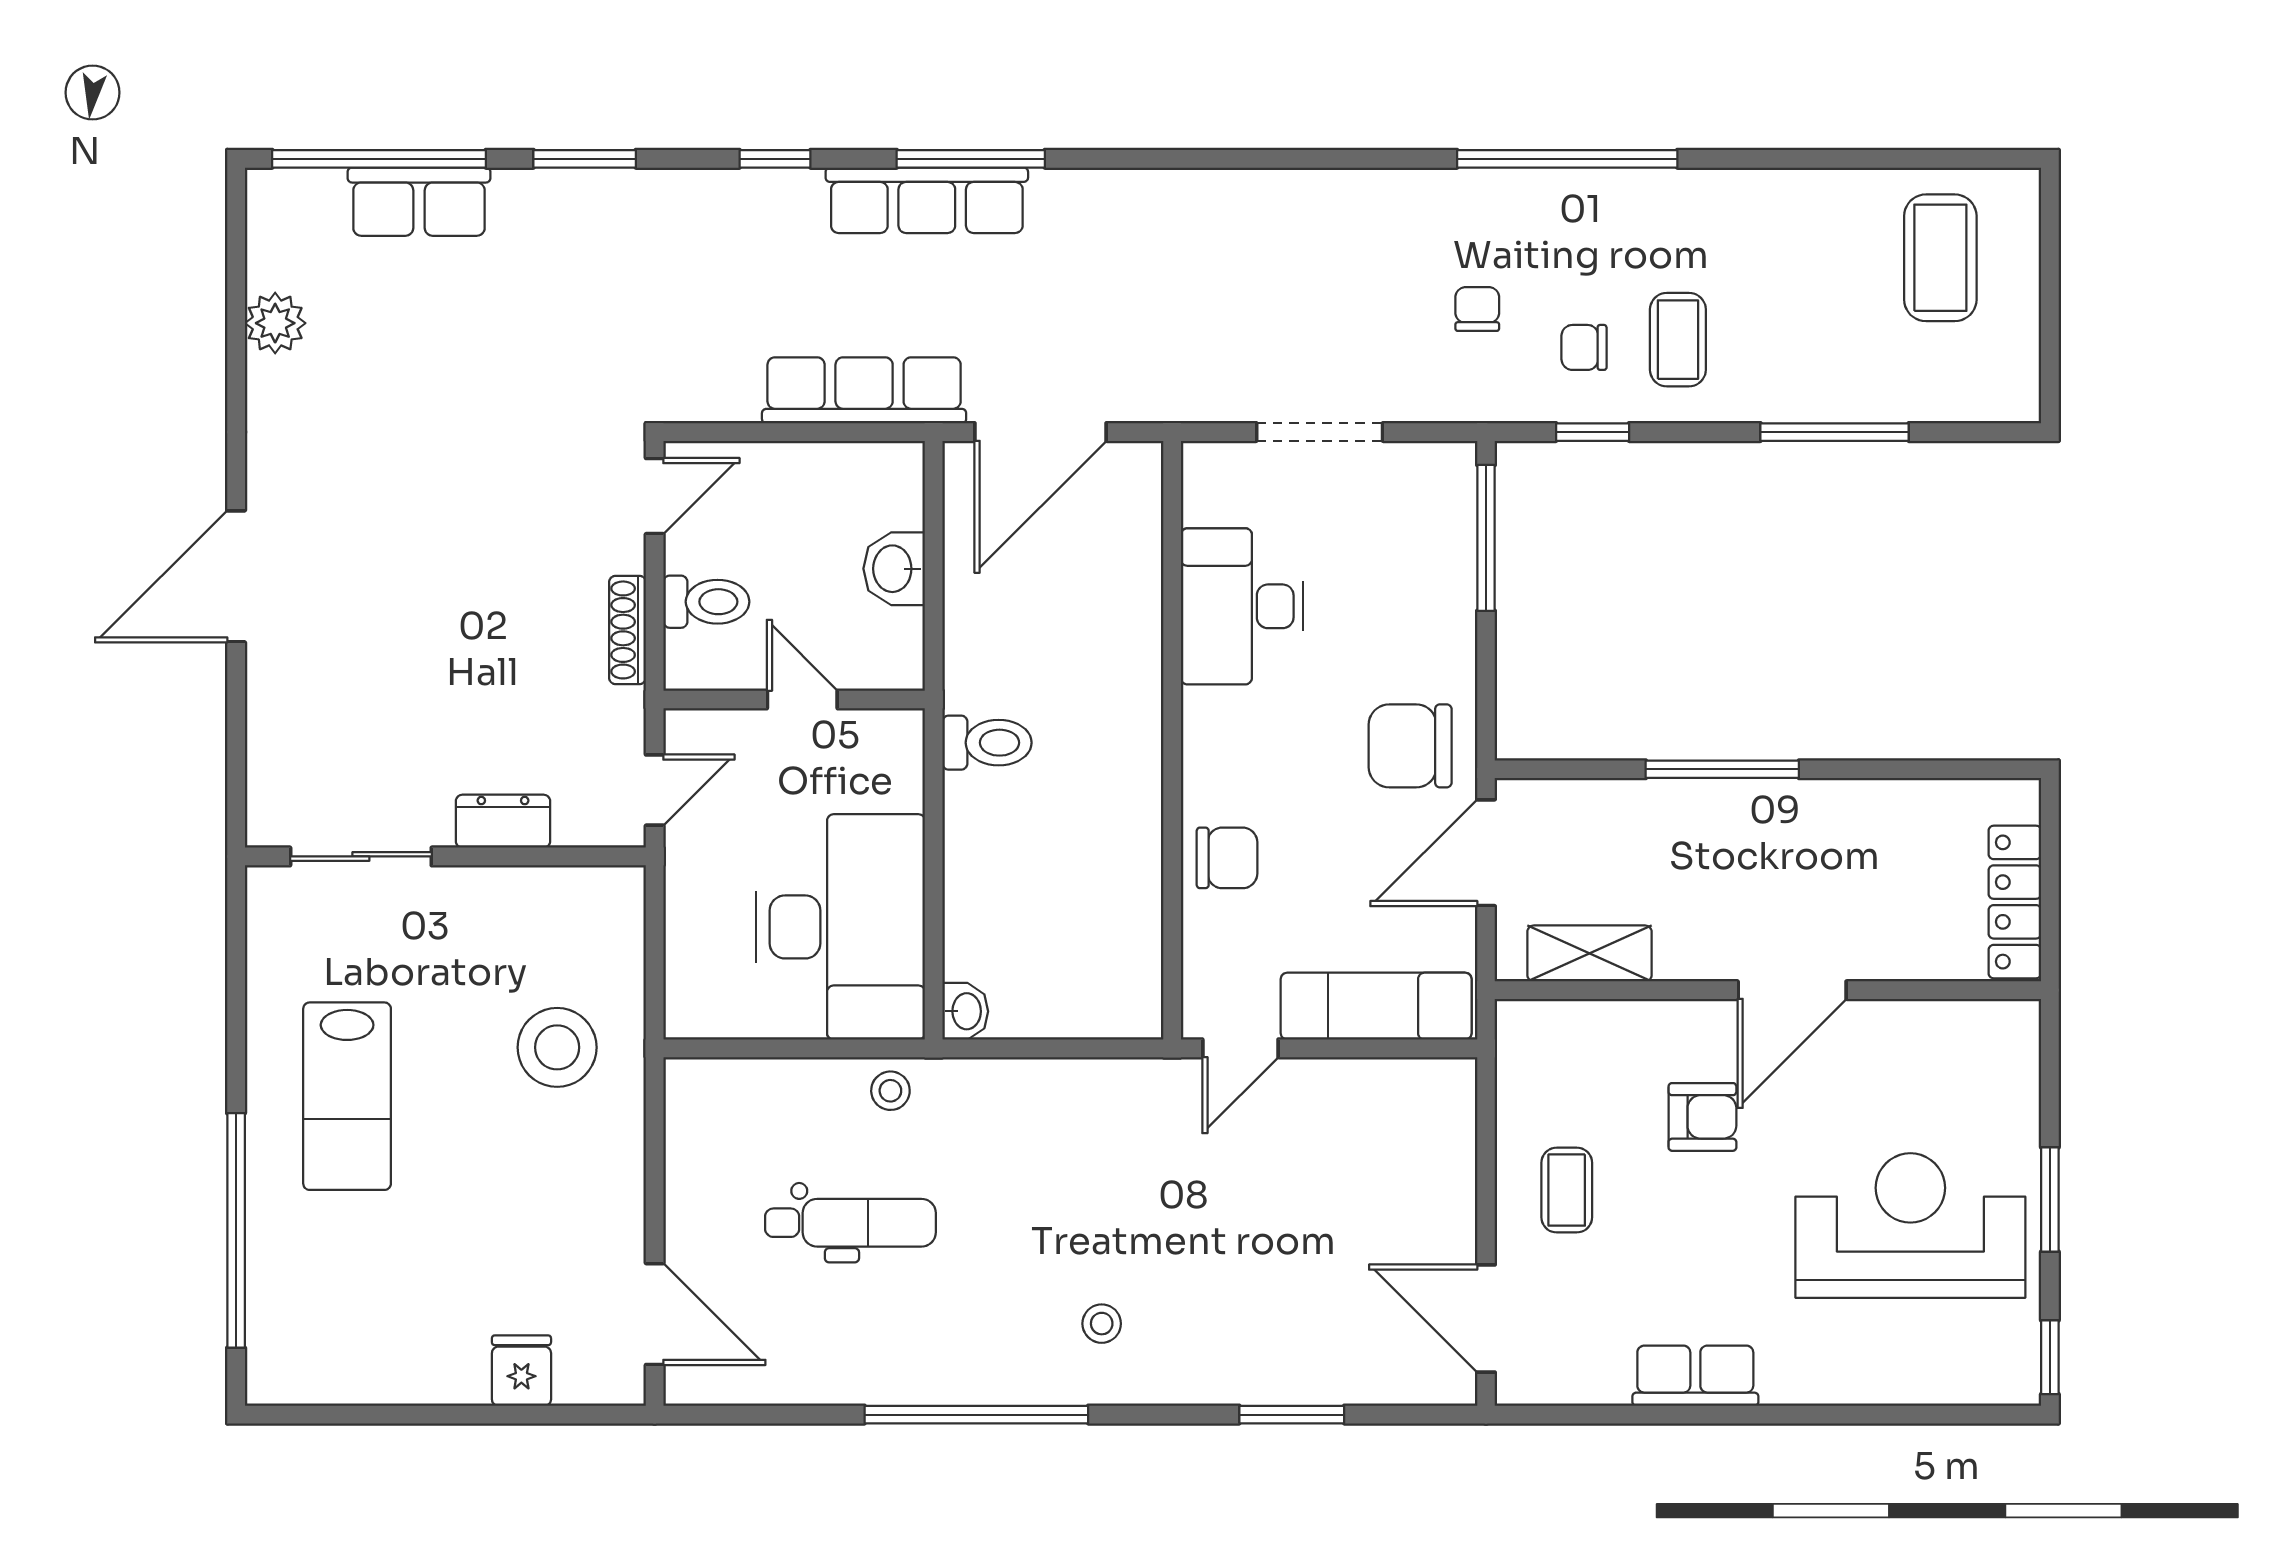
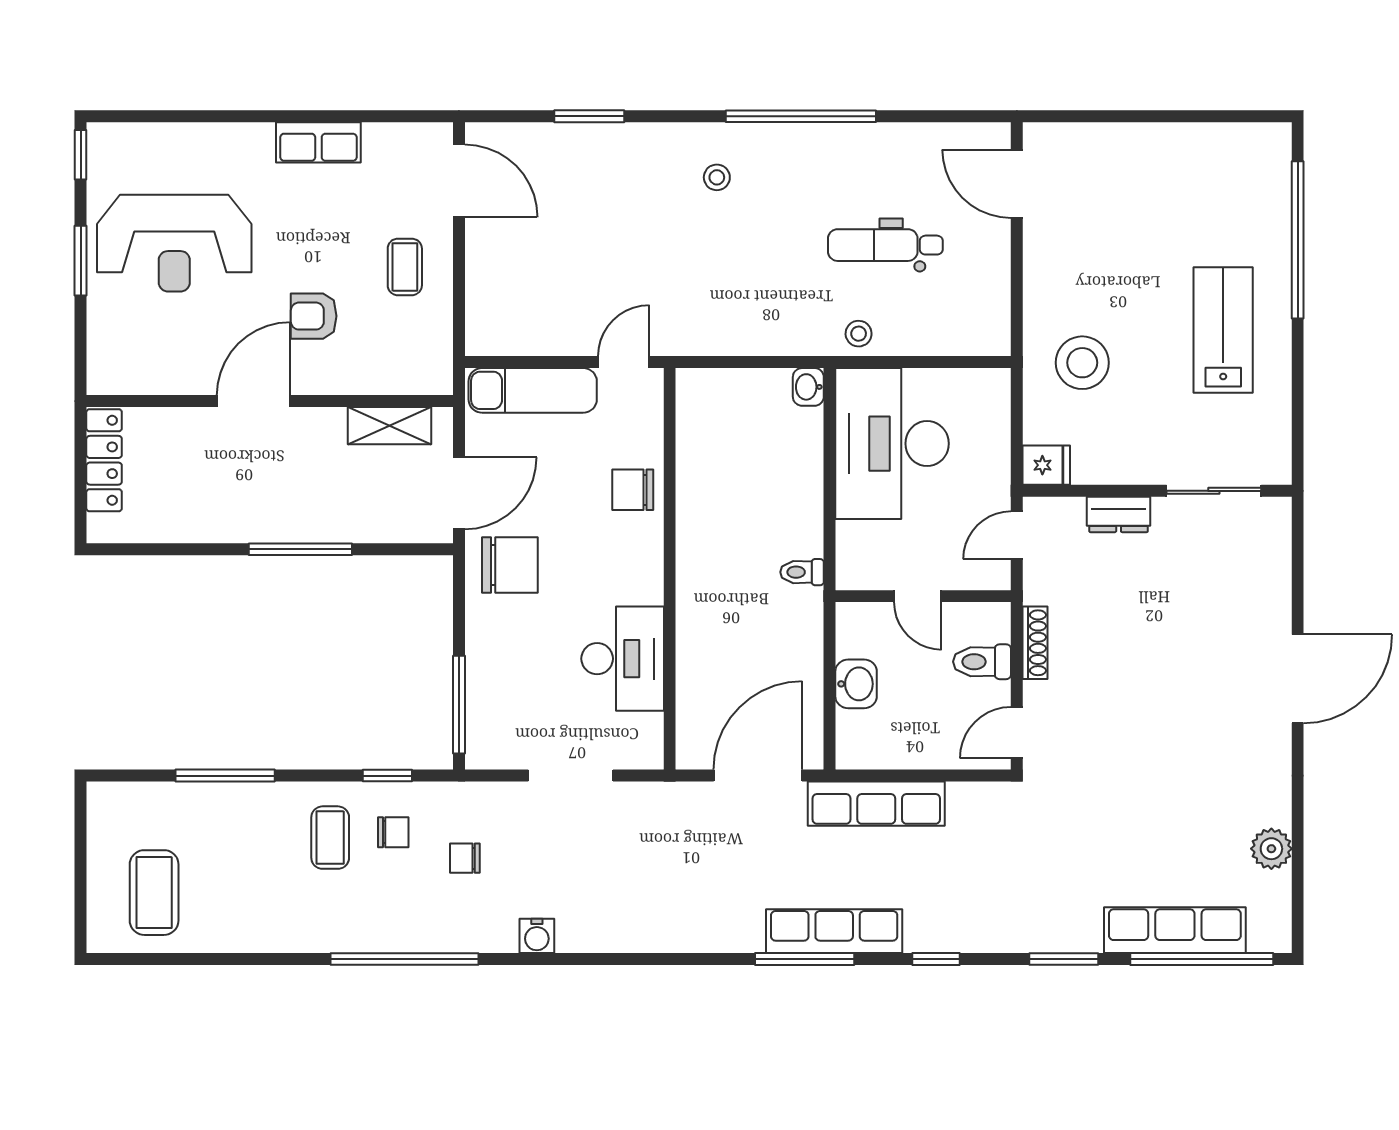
water cooler: (1370, 193) -> (537, 936), added
row of seats: (419, 202) -> (1175, 930), width x1.48
chair: (1477, 309) -> (465, 858), turned 90
toilet: (987, 743) -> (802, 572), width x0.73, depth x0.72
fridge: (521, 1371) -> (1046, 465), moved, turned -90

